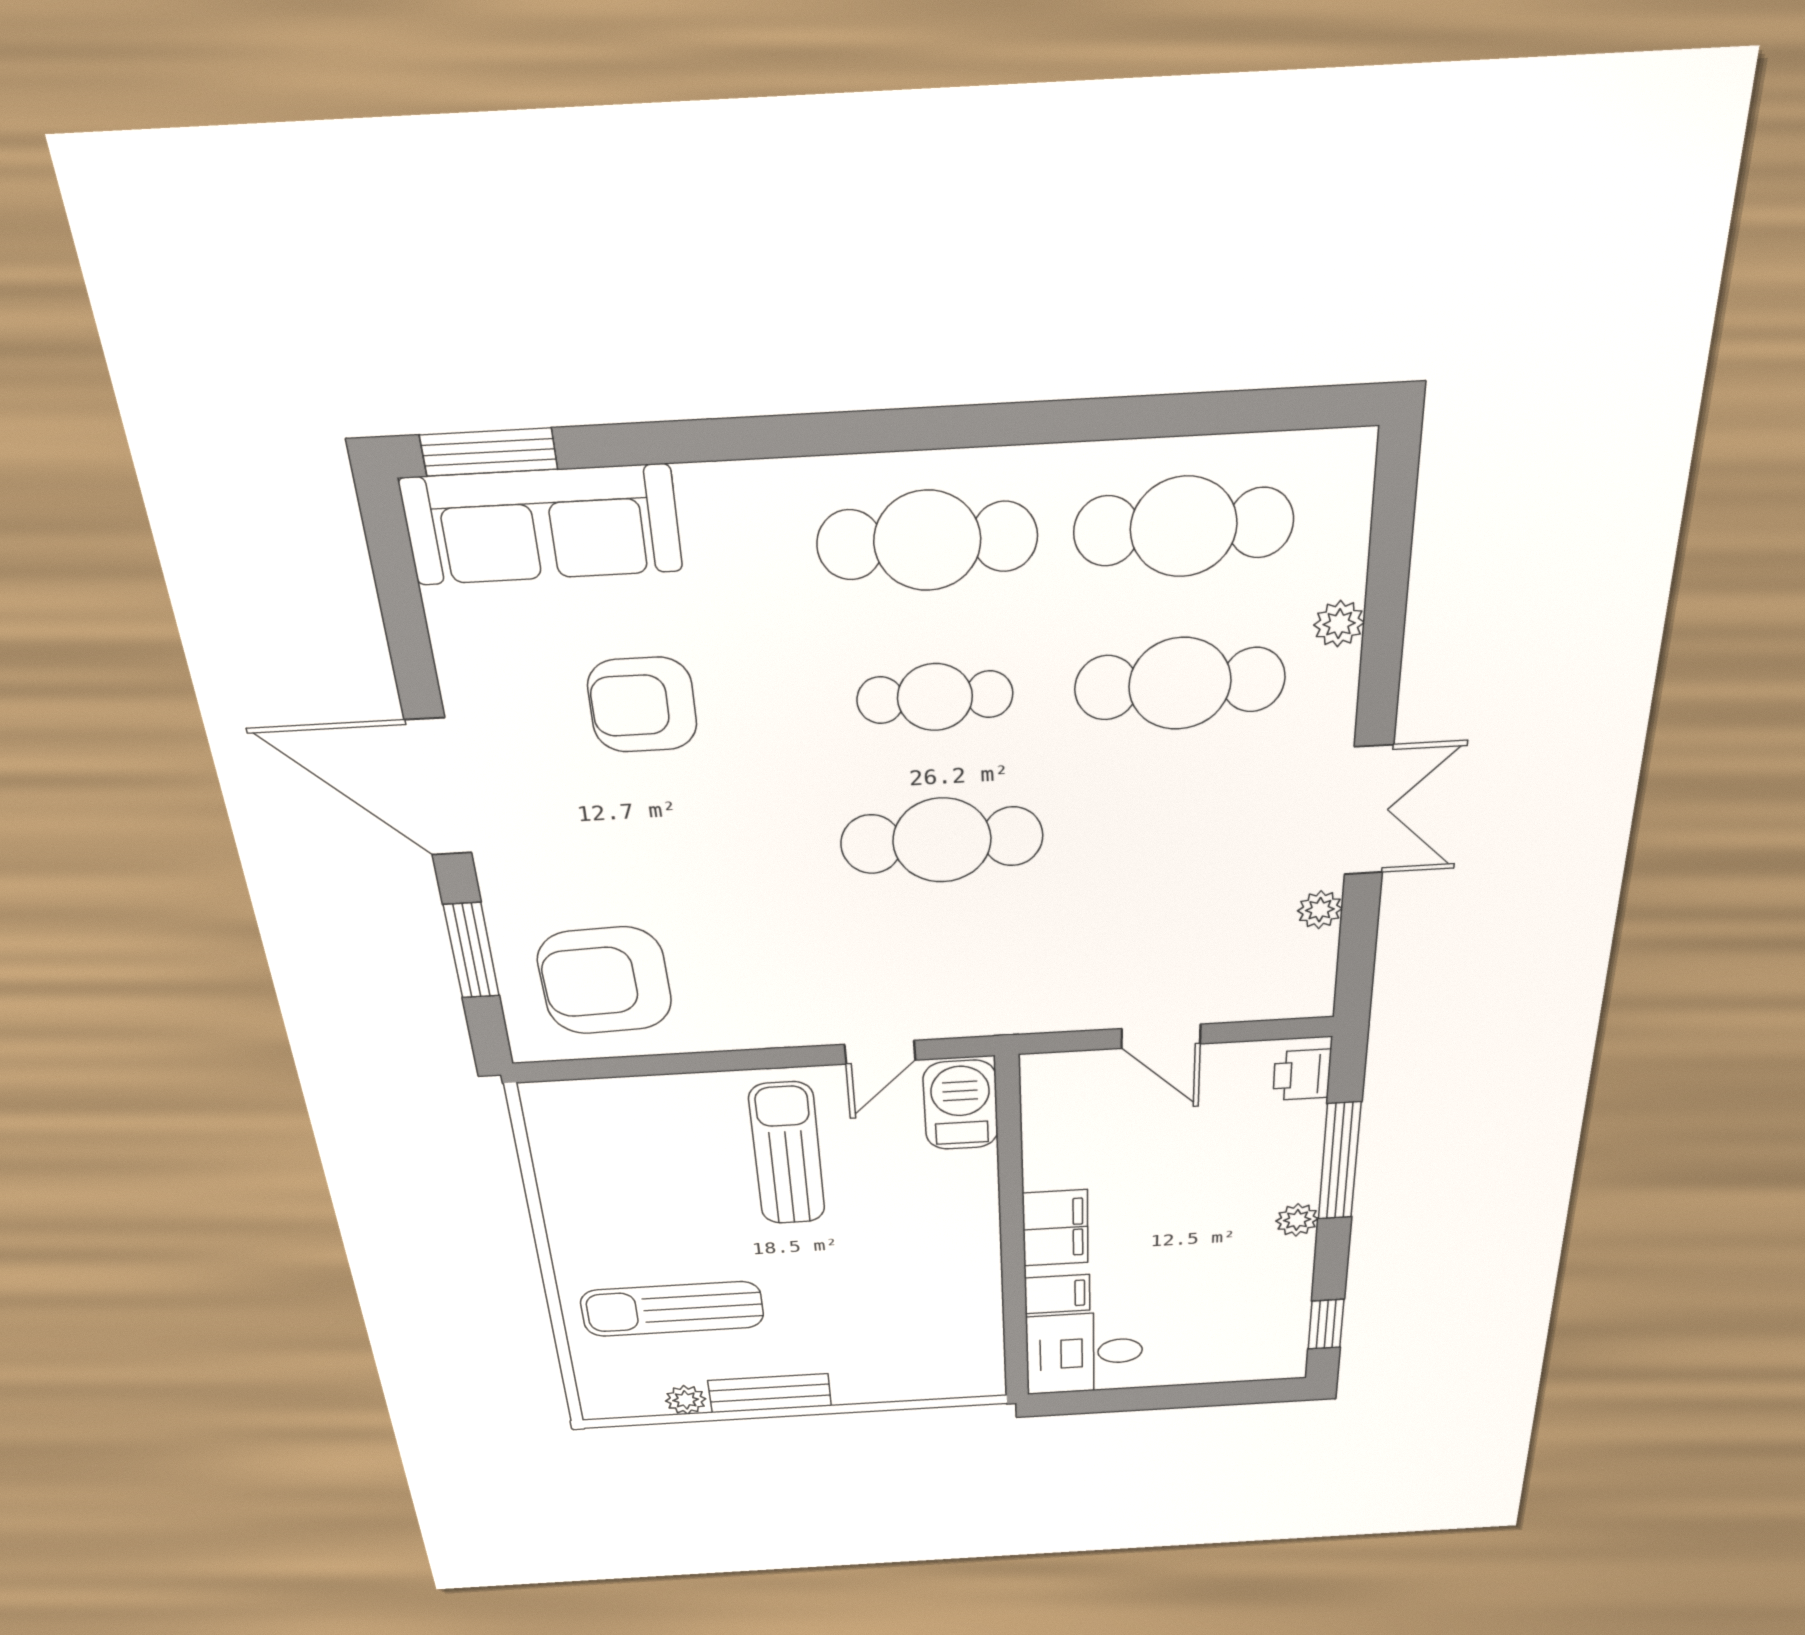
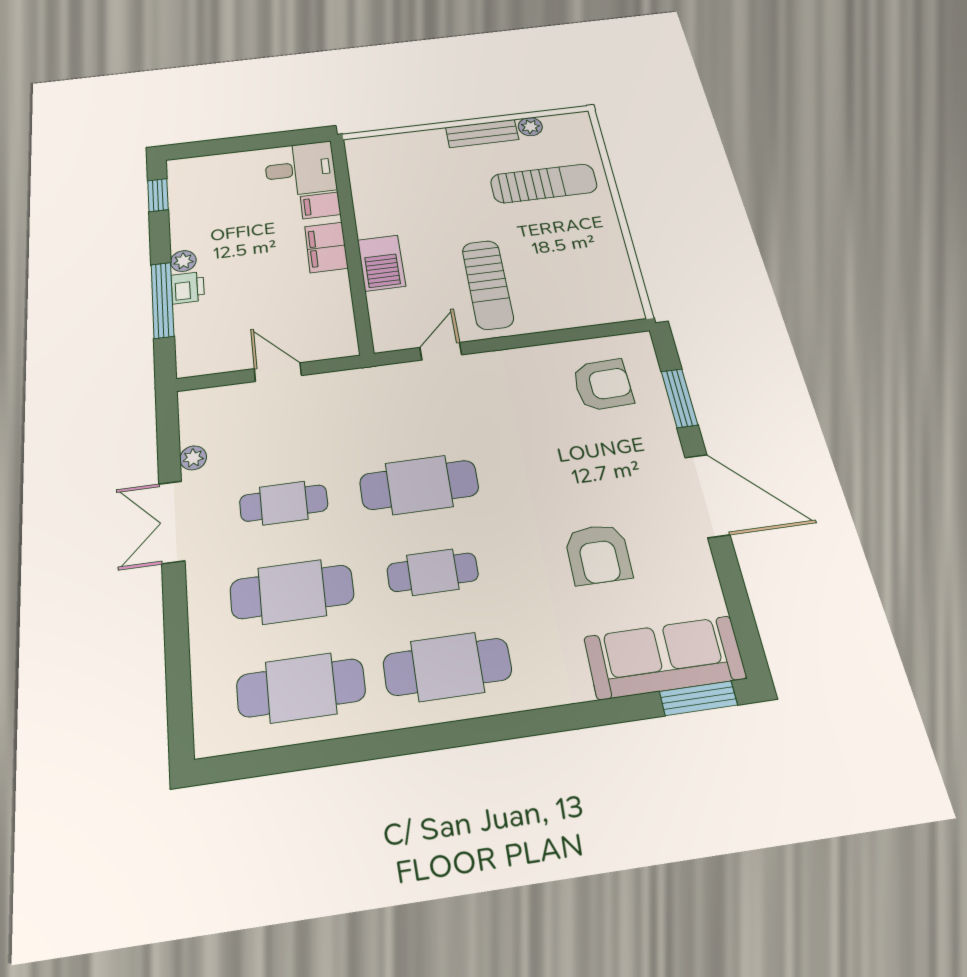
plant: (1339, 624) -> (203, 636), removed
armchair: (642, 705) -> (598, 554), turned 90
cafe table: (1177, 827) -> (284, 503), added
armchair: (605, 981) -> (603, 385), width x0.73, depth x0.73
printer: (1302, 1075) -> (188, 288), moved
barbecue: (961, 1105) -> (381, 263), moved

